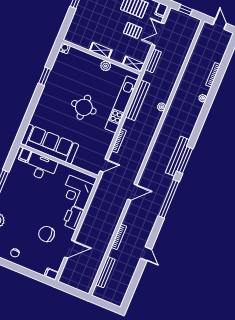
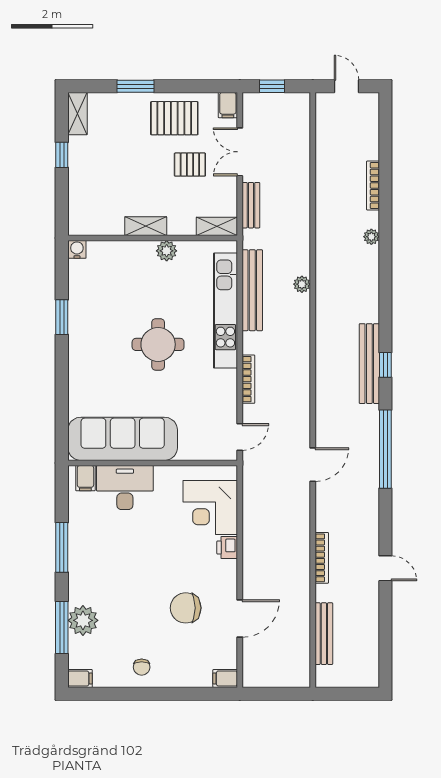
window: (185, 160) -> (385, 365), width x0.46
printer: (73, 218) -> (227, 548), width x0.53, depth x0.68

